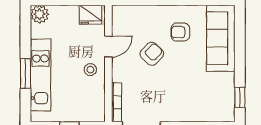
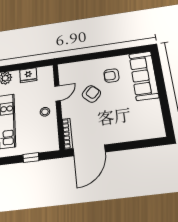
fridge: (91, 15) -> (28, 75), moved
window: (240, 97) -> (167, 117), removed

